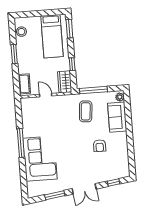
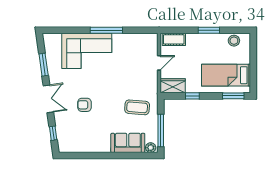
window: (93, 90) -> (161, 131), moved
armchair: (100, 146) -> (84, 105), moved
double door: (84, 189) -> (48, 99), swing flipped

